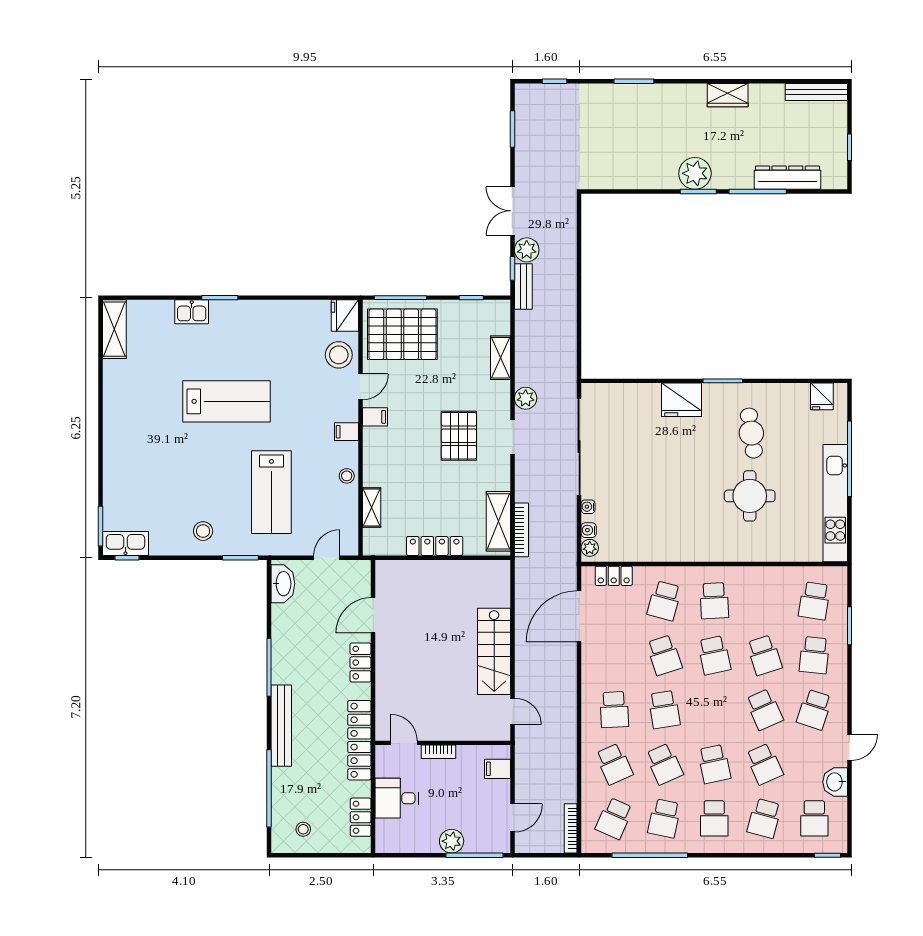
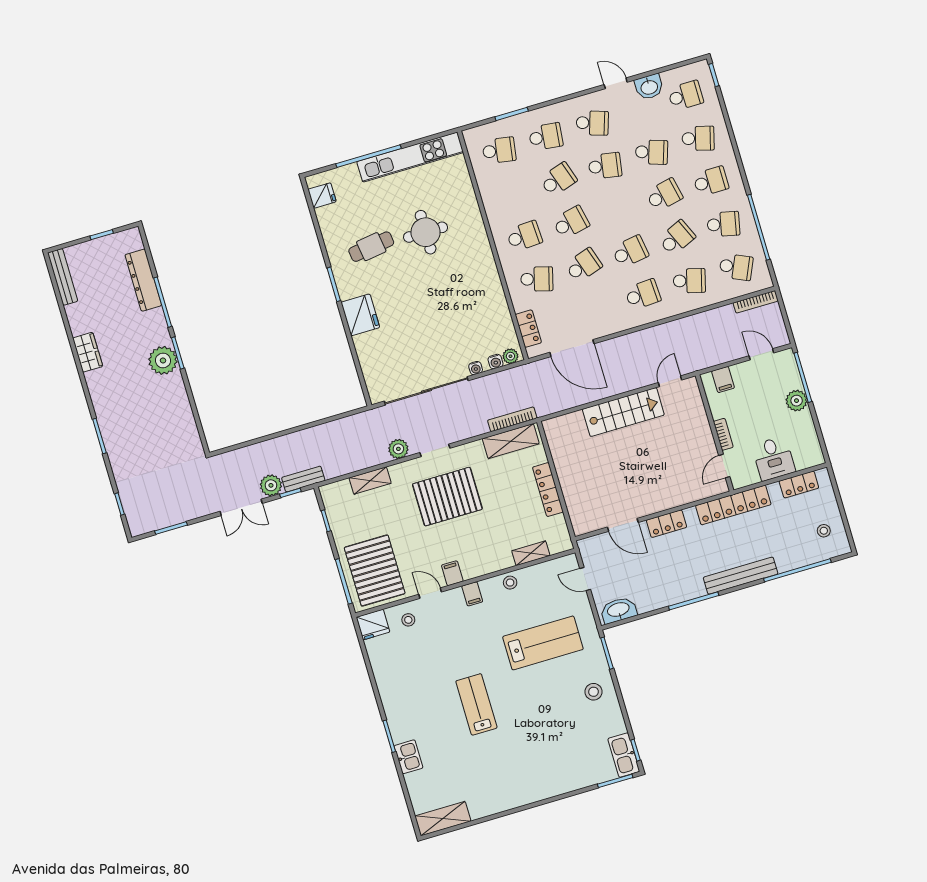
stool: (339, 355) -> (408, 620), width x0.53, depth x0.53
lab bench: (226, 401) -> (476, 704), width x0.73, depth x0.72
pallet: (459, 436) -> (447, 497), width x1.37, depth x1.41
school desk: (764, 710) -> (605, 166), turned 33
school desk: (614, 764) -> (689, 281), turned 39
school desk: (764, 764) -> (652, 152), turned 42

